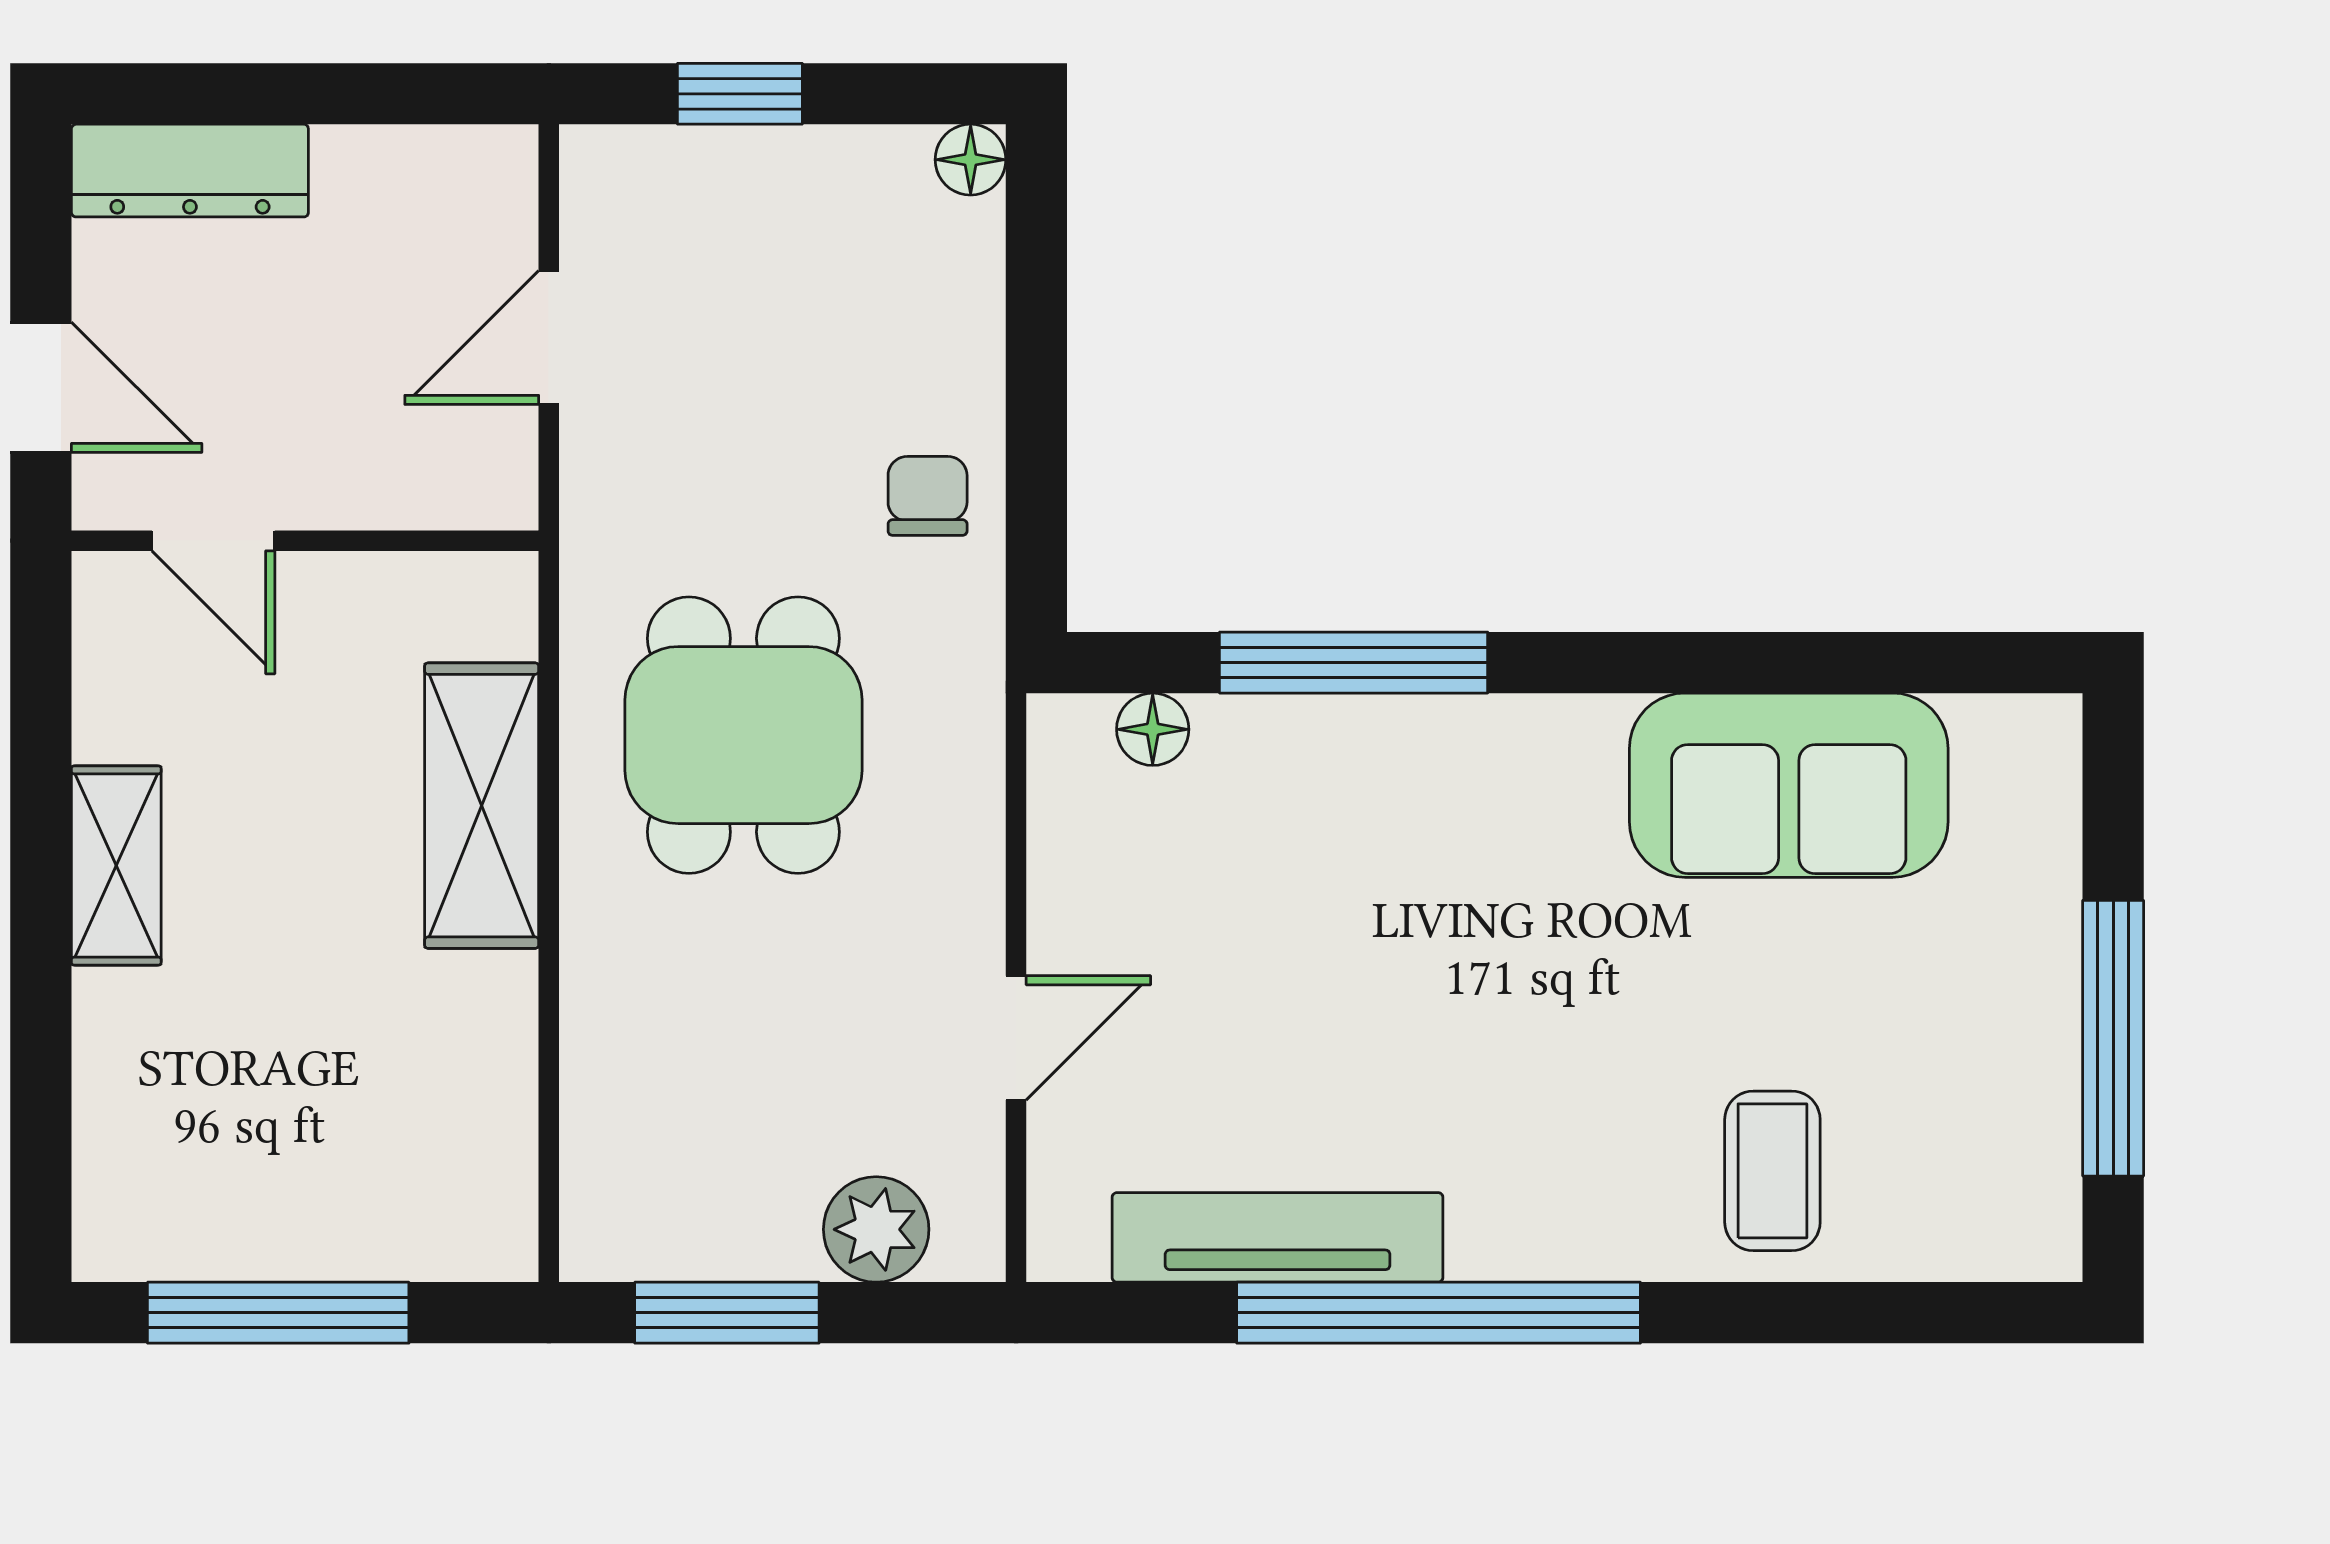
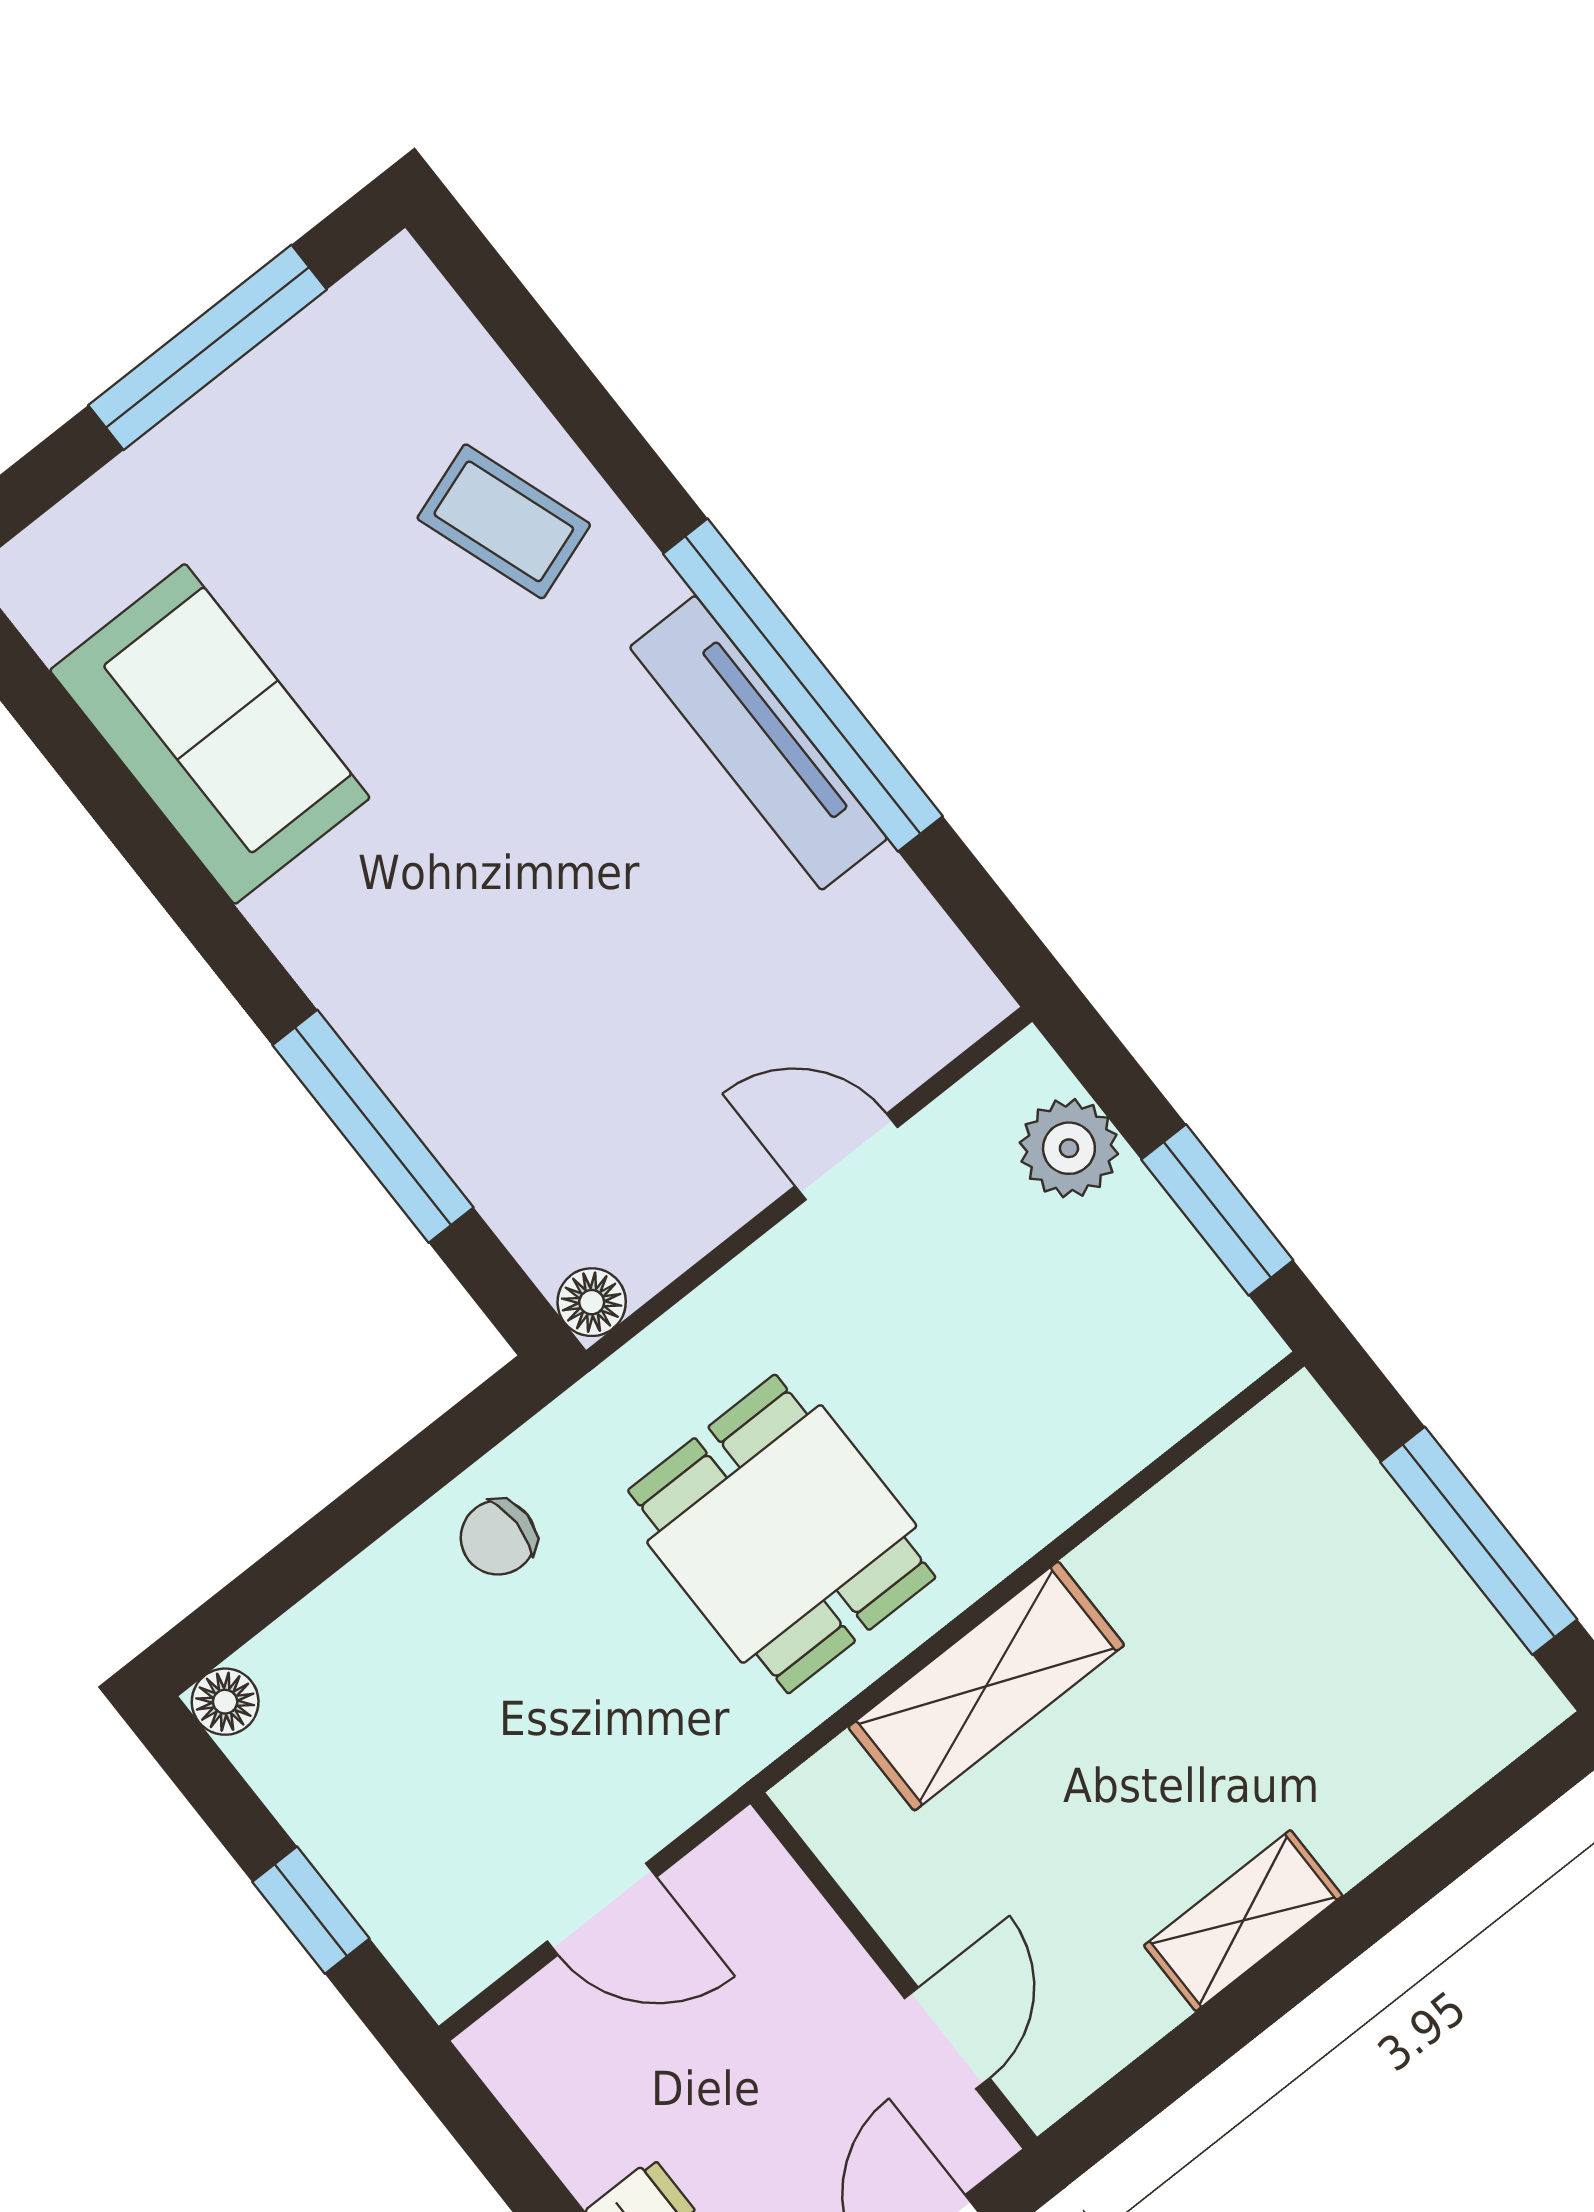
floor lamp: (1153, 729) -> (592, 1302), moved
dining table: (743, 735) -> (782, 1534), turned 90
coffee table: (1772, 1171) -> (504, 521), turned 71
tv unit: (1278, 1237) -> (758, 743), moved

